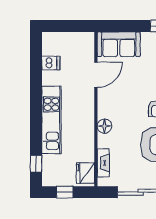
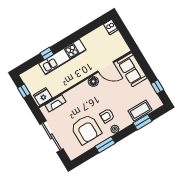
dishwasher: (51, 63) -> (111, 27), moved
floor lamp: (104, 126) -> (93, 81), moved
window: (36, 164) -> (47, 54), moved

